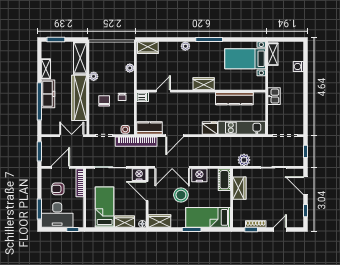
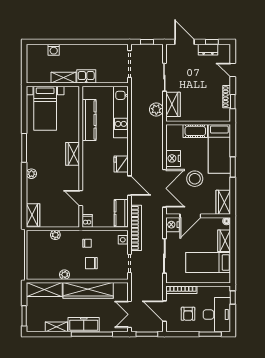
shelving: (273, 54) -> (64, 78), moved
fridge: (210, 128) -> (121, 164), moved
double door: (72, 136) -> (130, 314), moved
cot: (224, 180) -> (195, 131), moved
door: (306, 186) -> (185, 42), swing flipped
wardrobe: (239, 188) -> (173, 104), moved, turned 90
dresser: (298, 207) -> (208, 50), added

